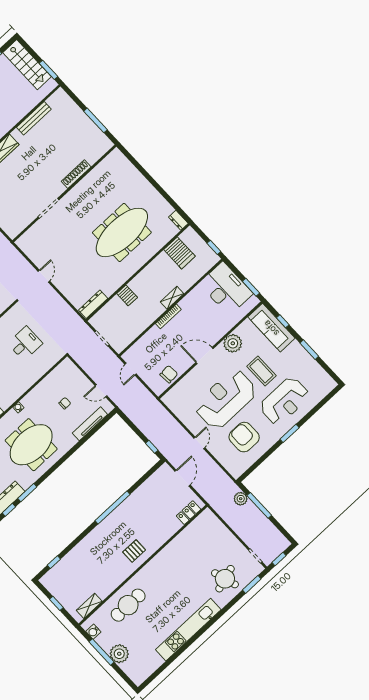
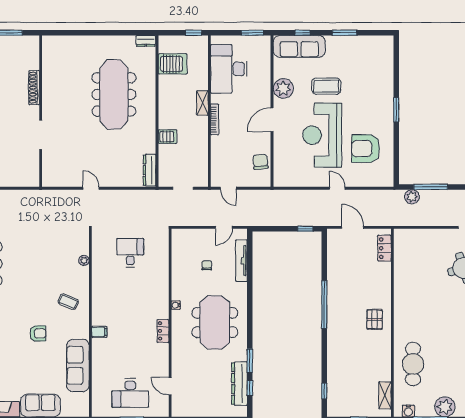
desk: (226, 289) -> (229, 69), moved, turned -90
reception desk: (285, 401) -> (367, 90), removed

